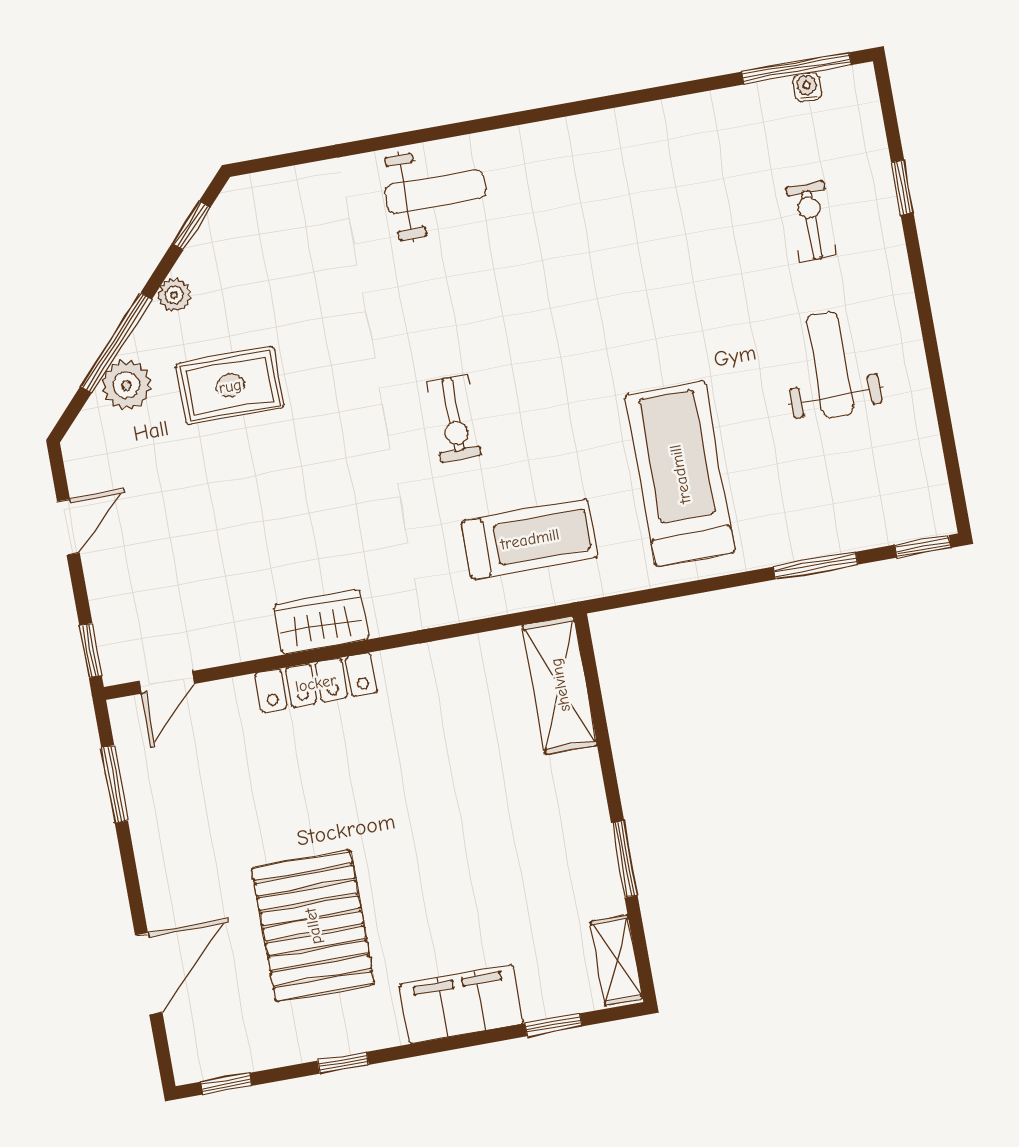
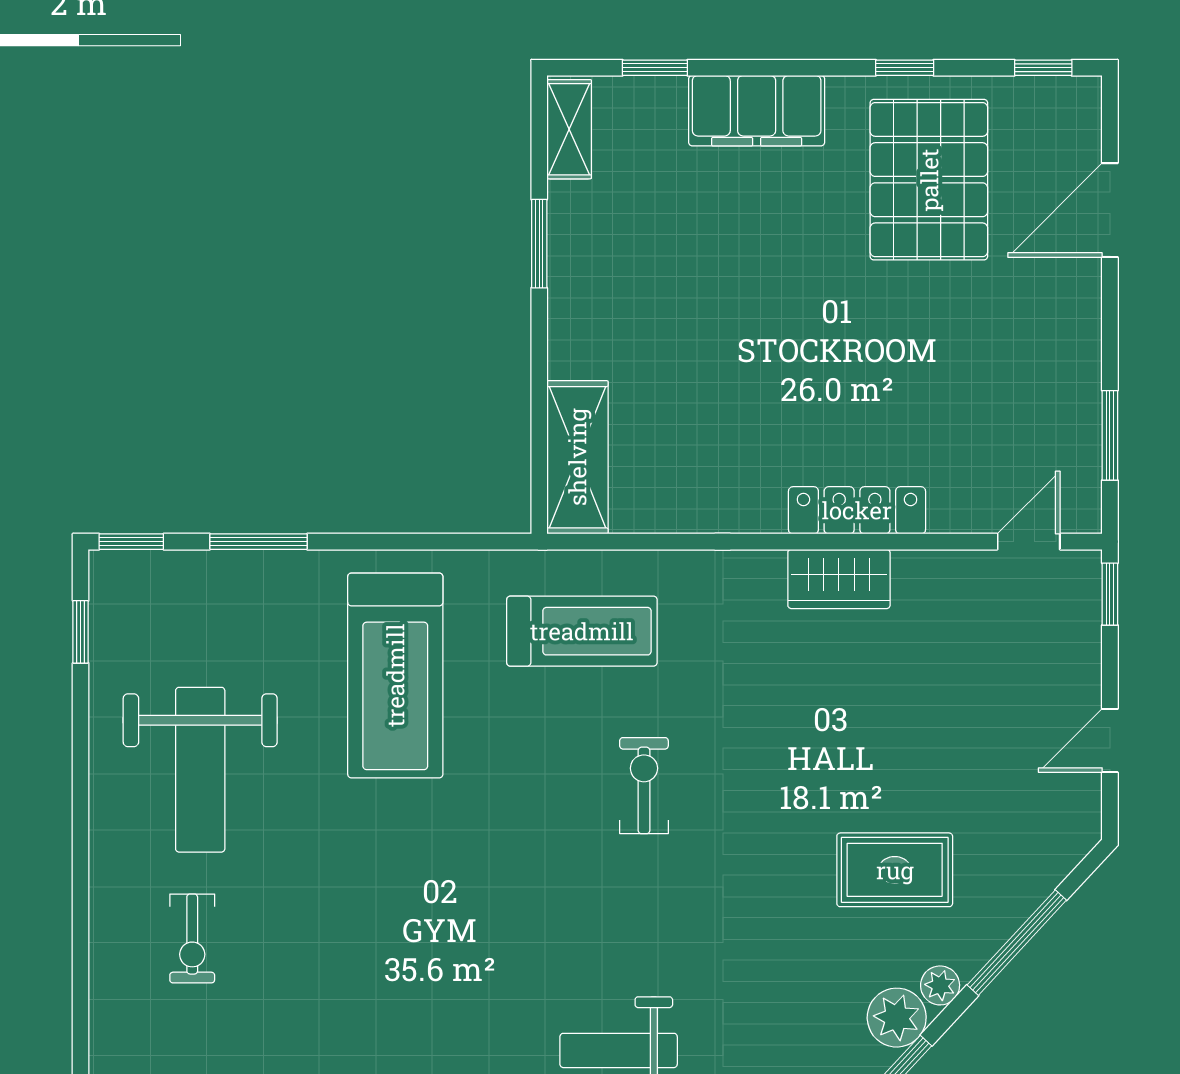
window: (902, 188) -> (81, 632), moved
weight bench: (830, 365) -> (200, 770), width x1.36, depth x1.33
plant: (127, 385) -> (897, 1018), moved
treadmill: (530, 539) -> (582, 631), turned 180
pallet: (313, 926) -> (929, 180), moved

